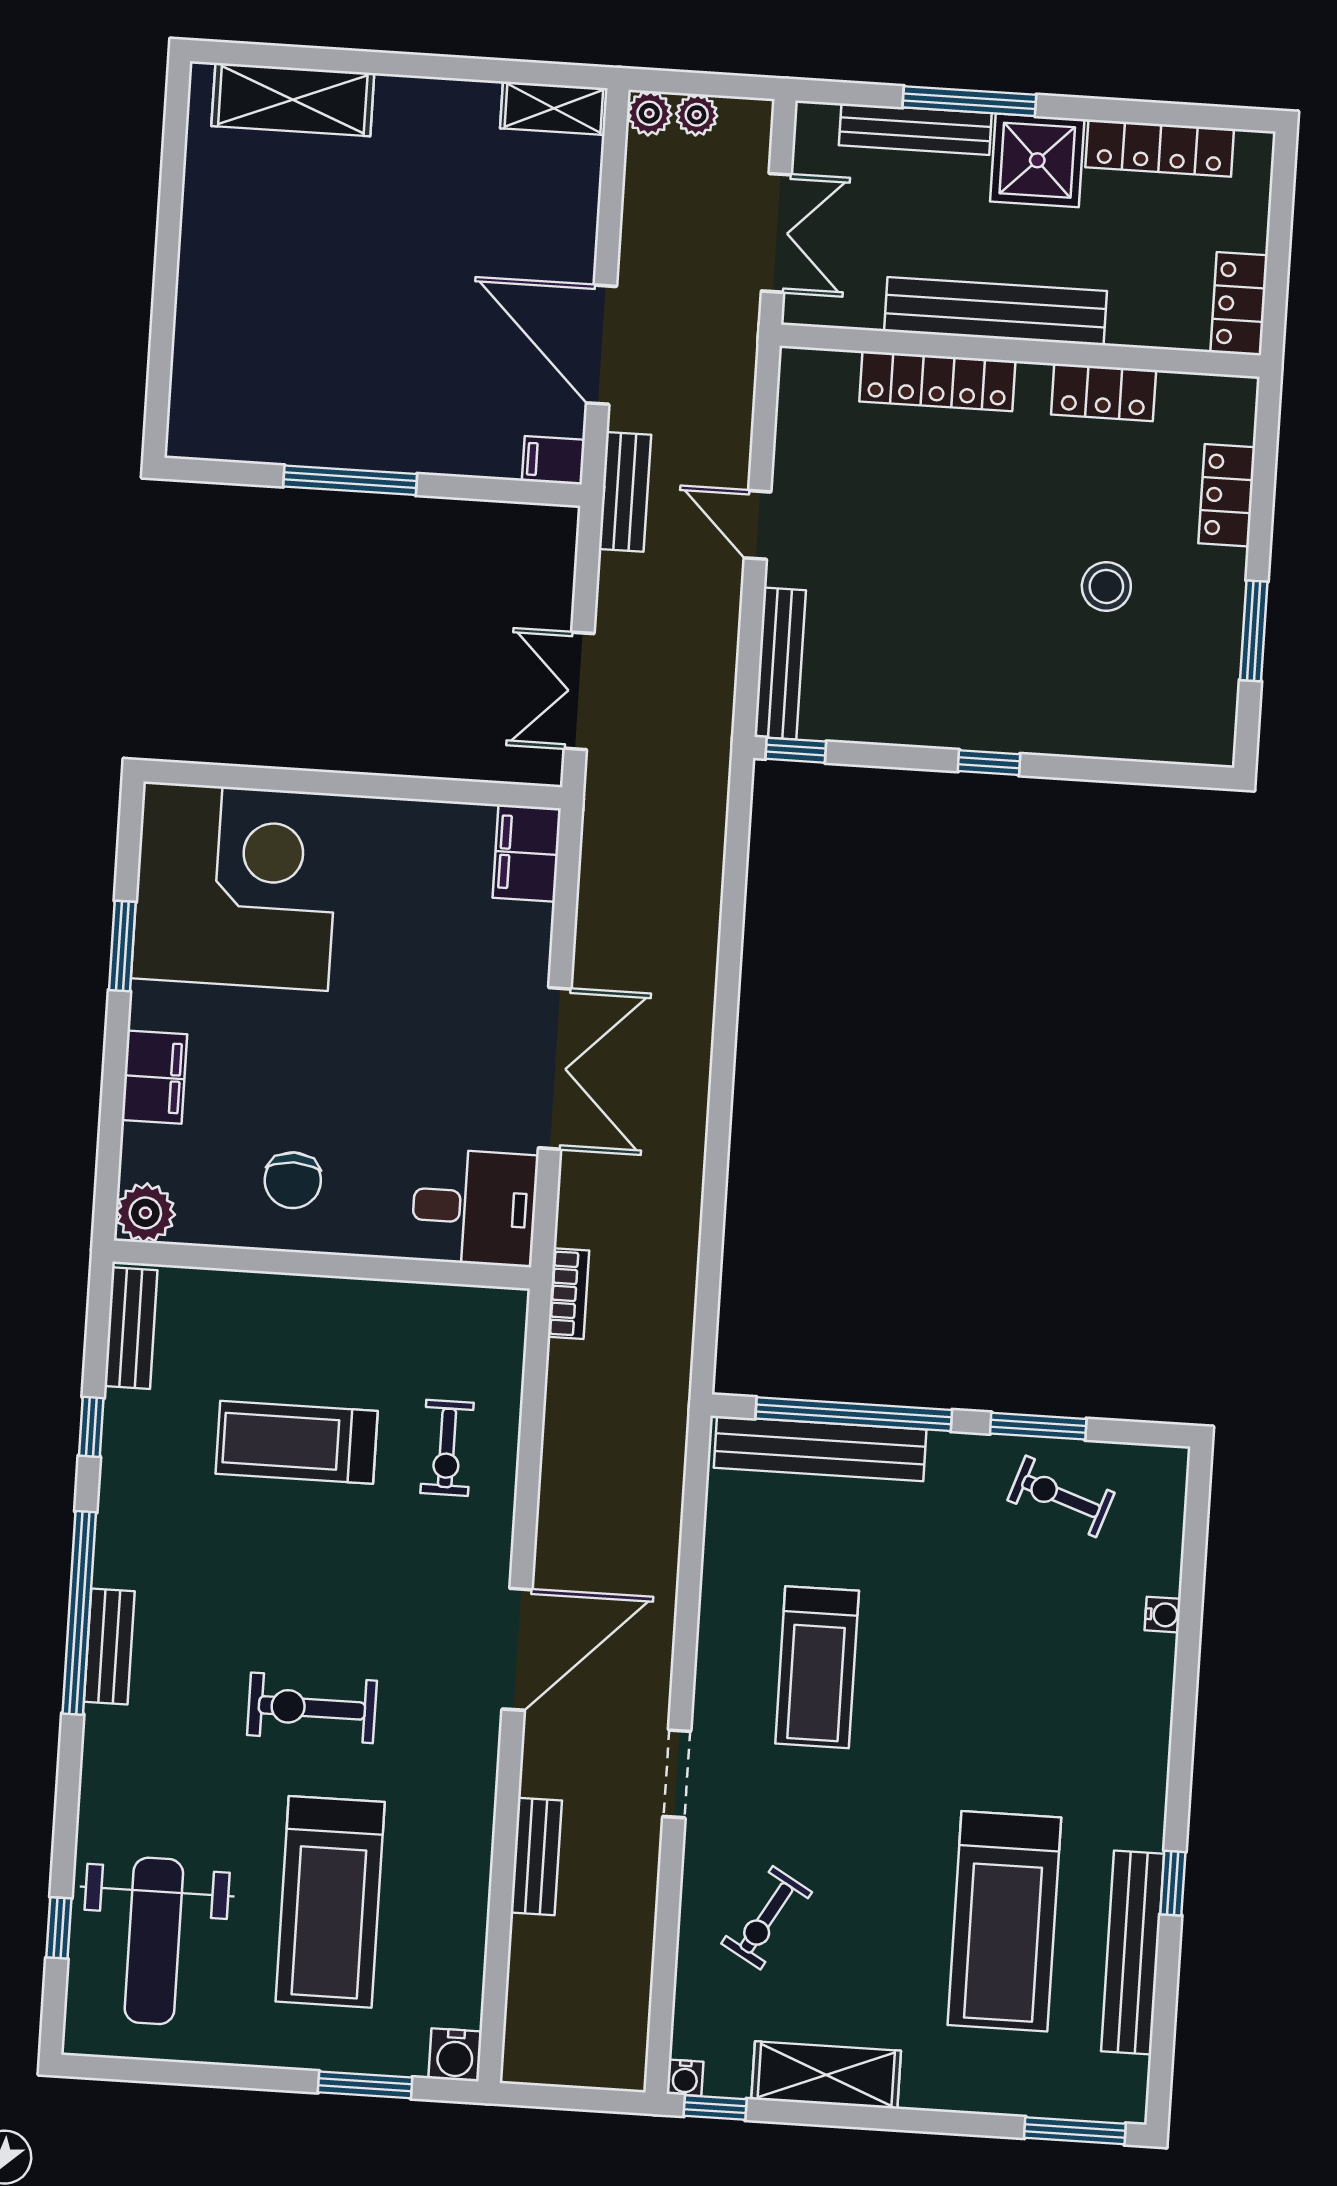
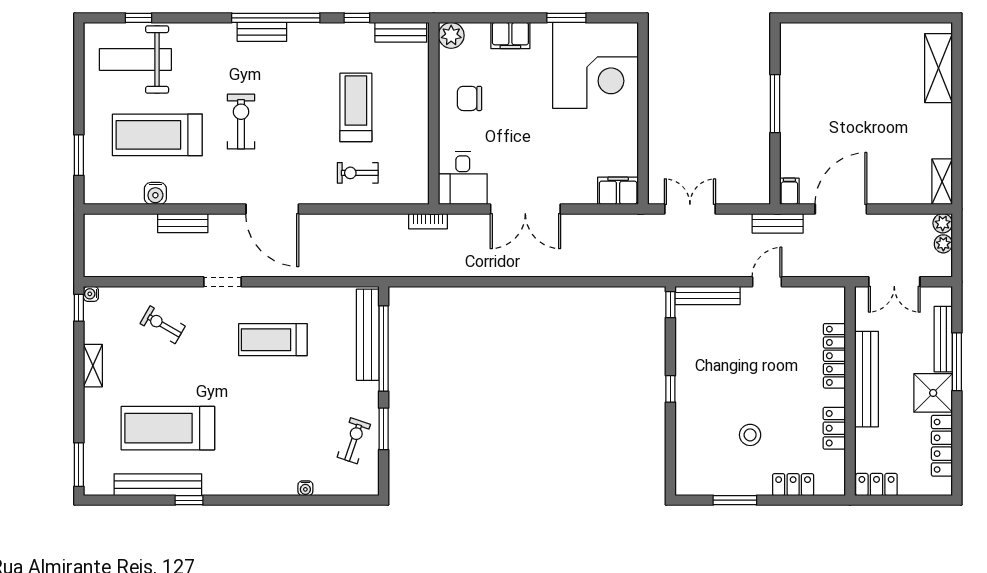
water cooler: (455, 2055) -> (155, 193), moved, turned -90
shelving: (826, 2075) -> (93, 366), width x0.67, depth x0.75

